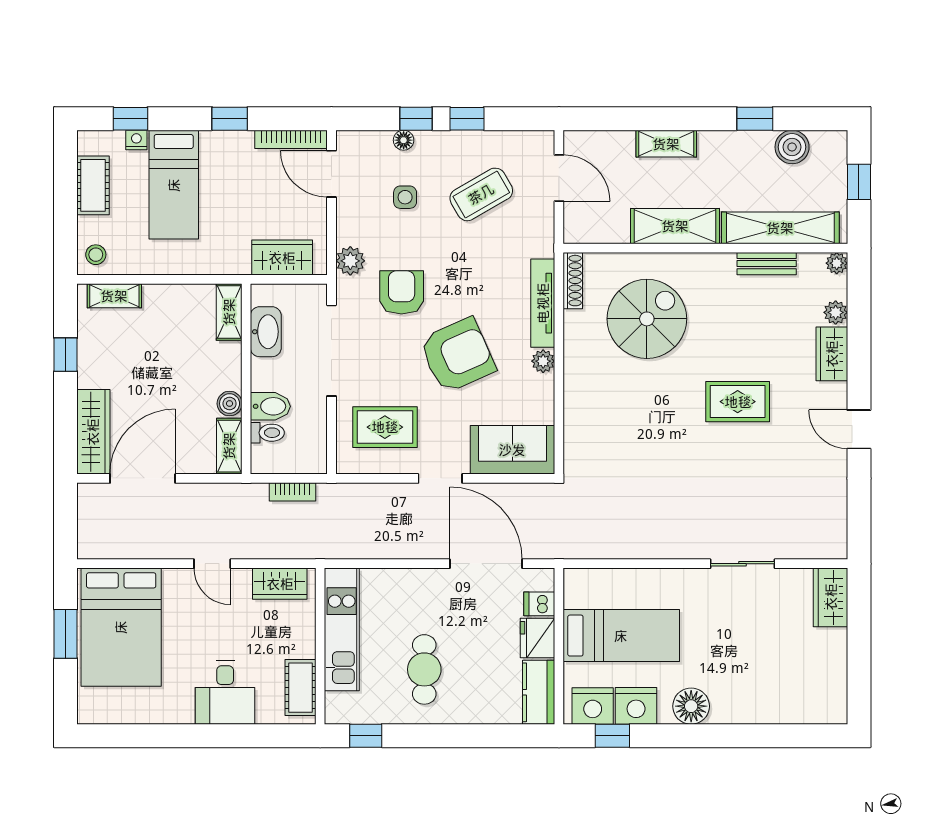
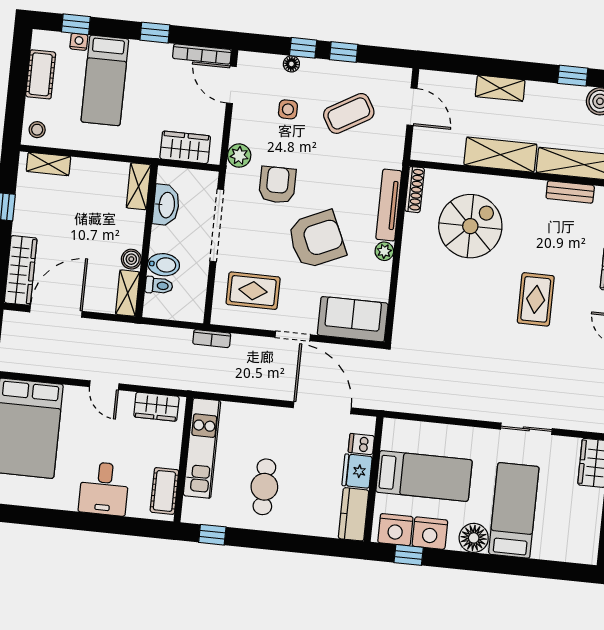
rug: (738, 402) -> (536, 299), turned 90
bookcase: (292, 492) -> (212, 339), moved
bed: (737, 667) -> (514, 510), added

